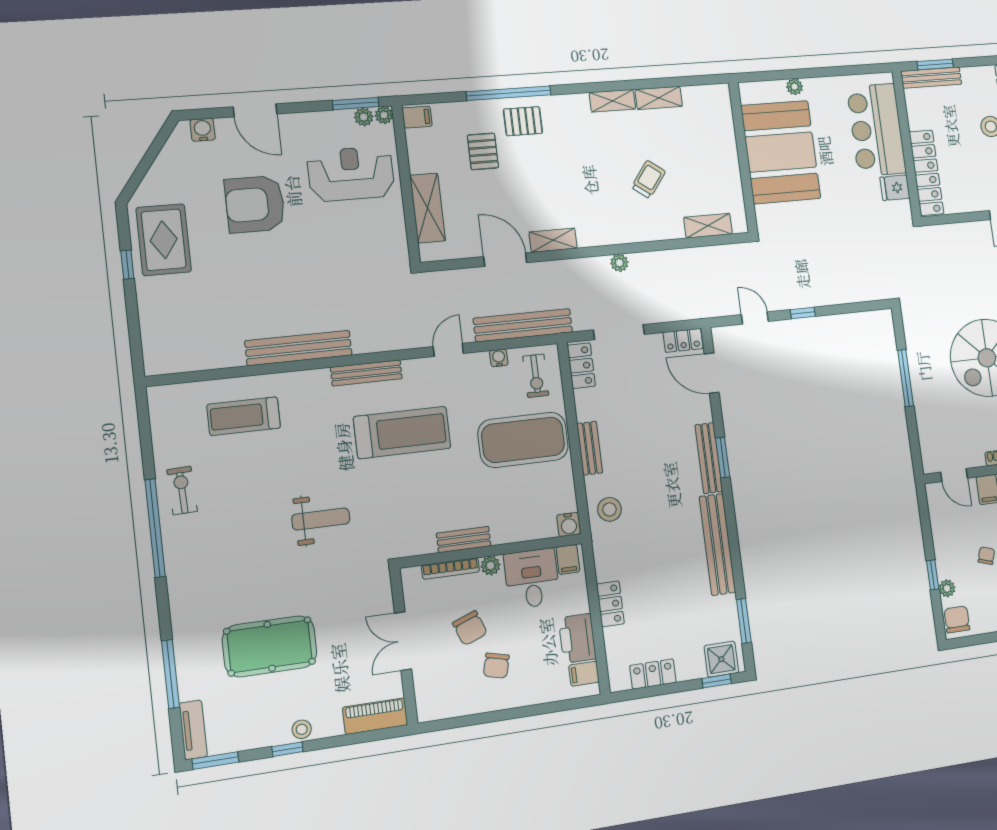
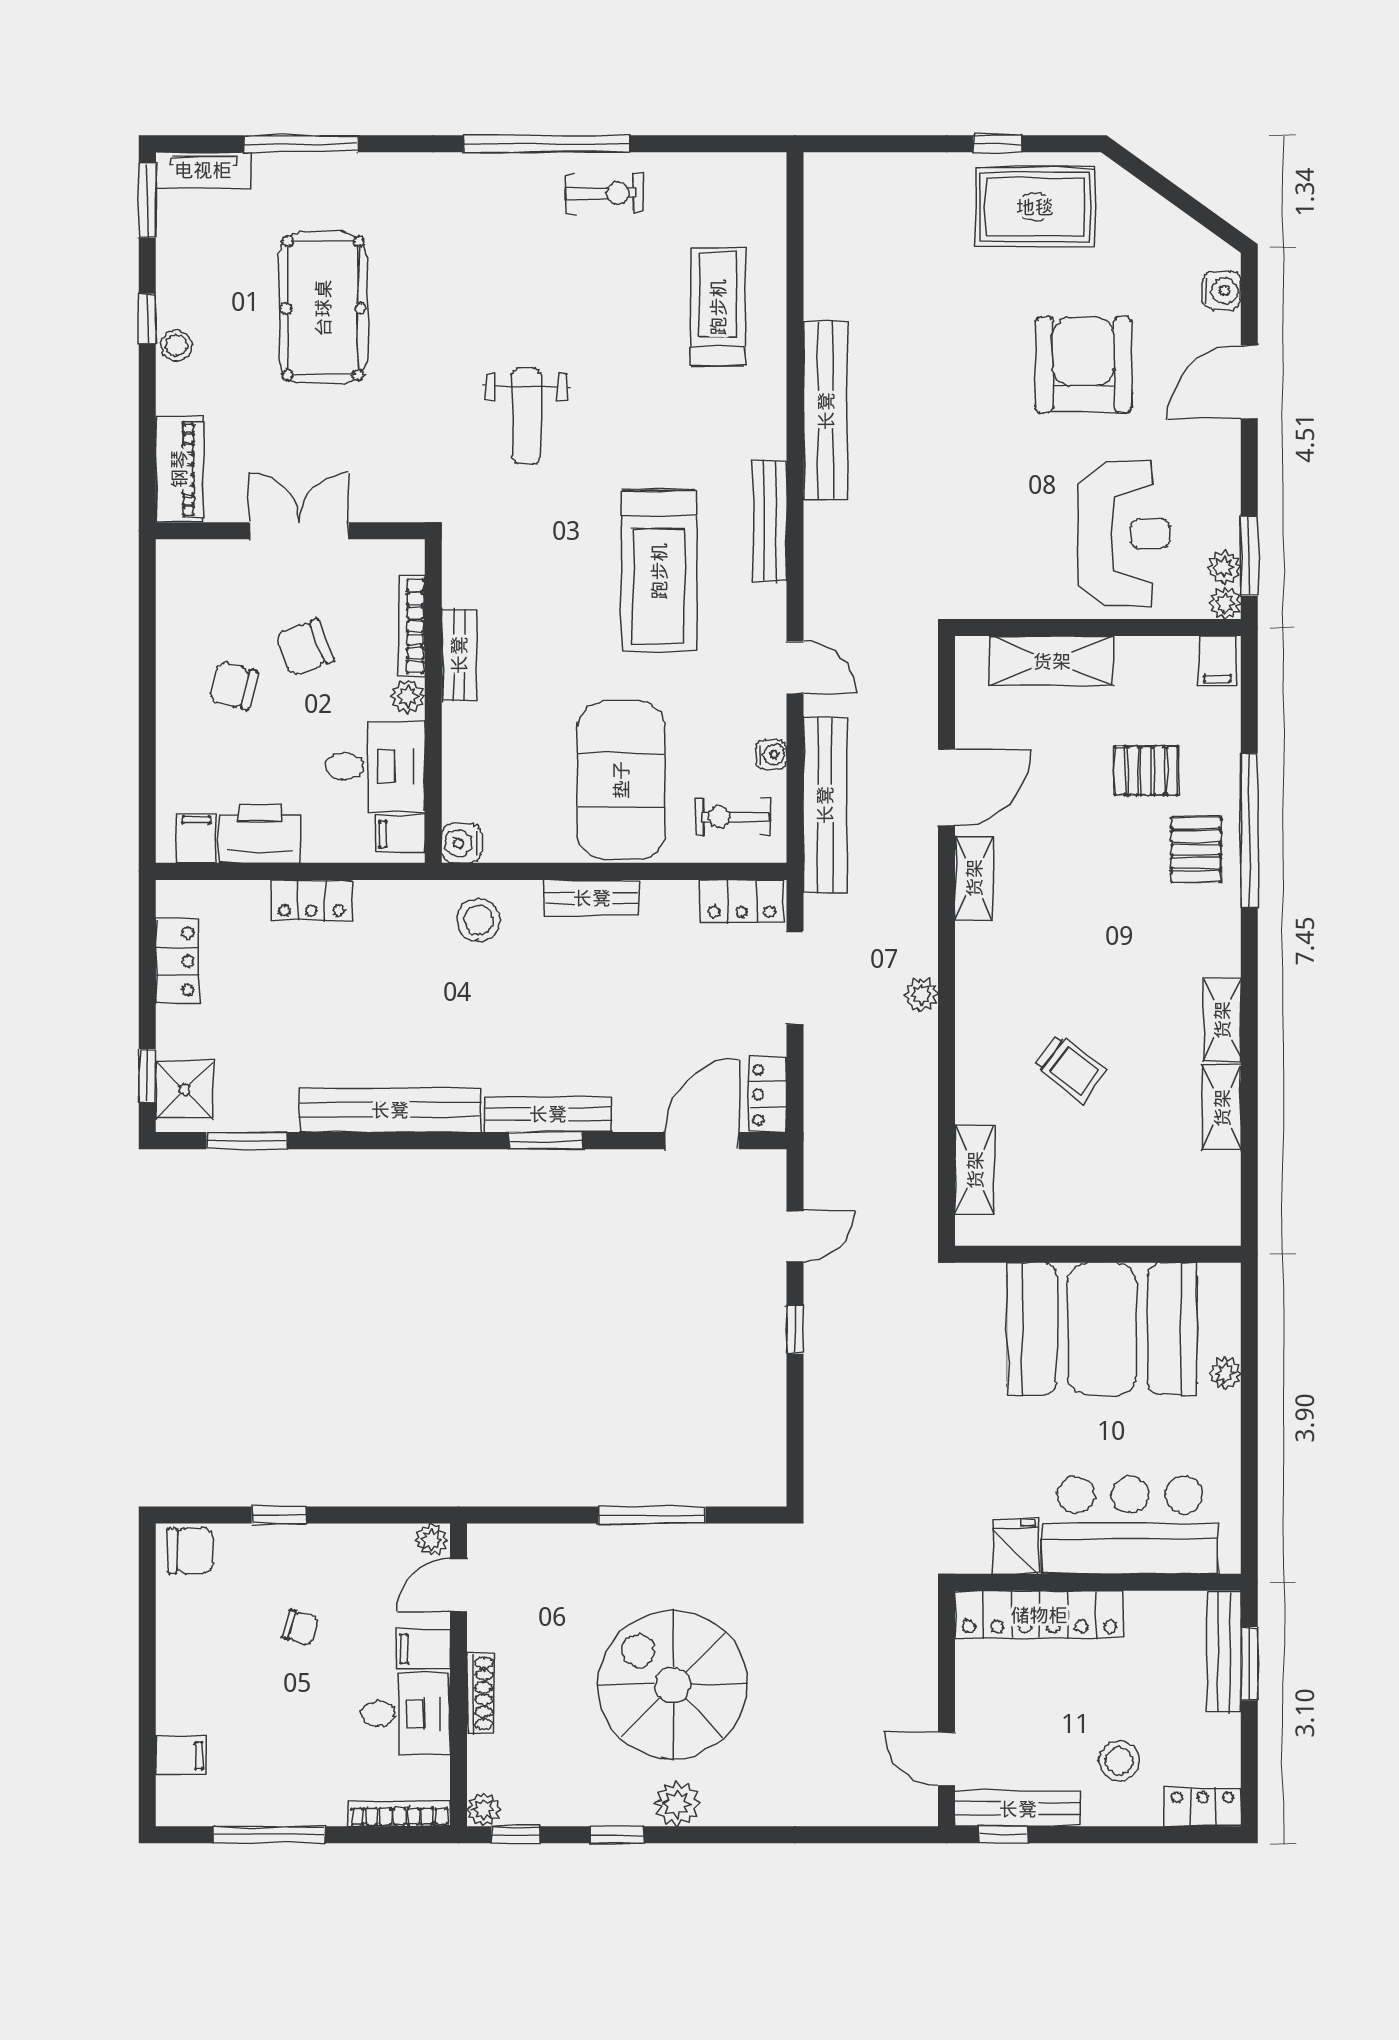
plant: (947, 588) -> (431, 1540), moved

